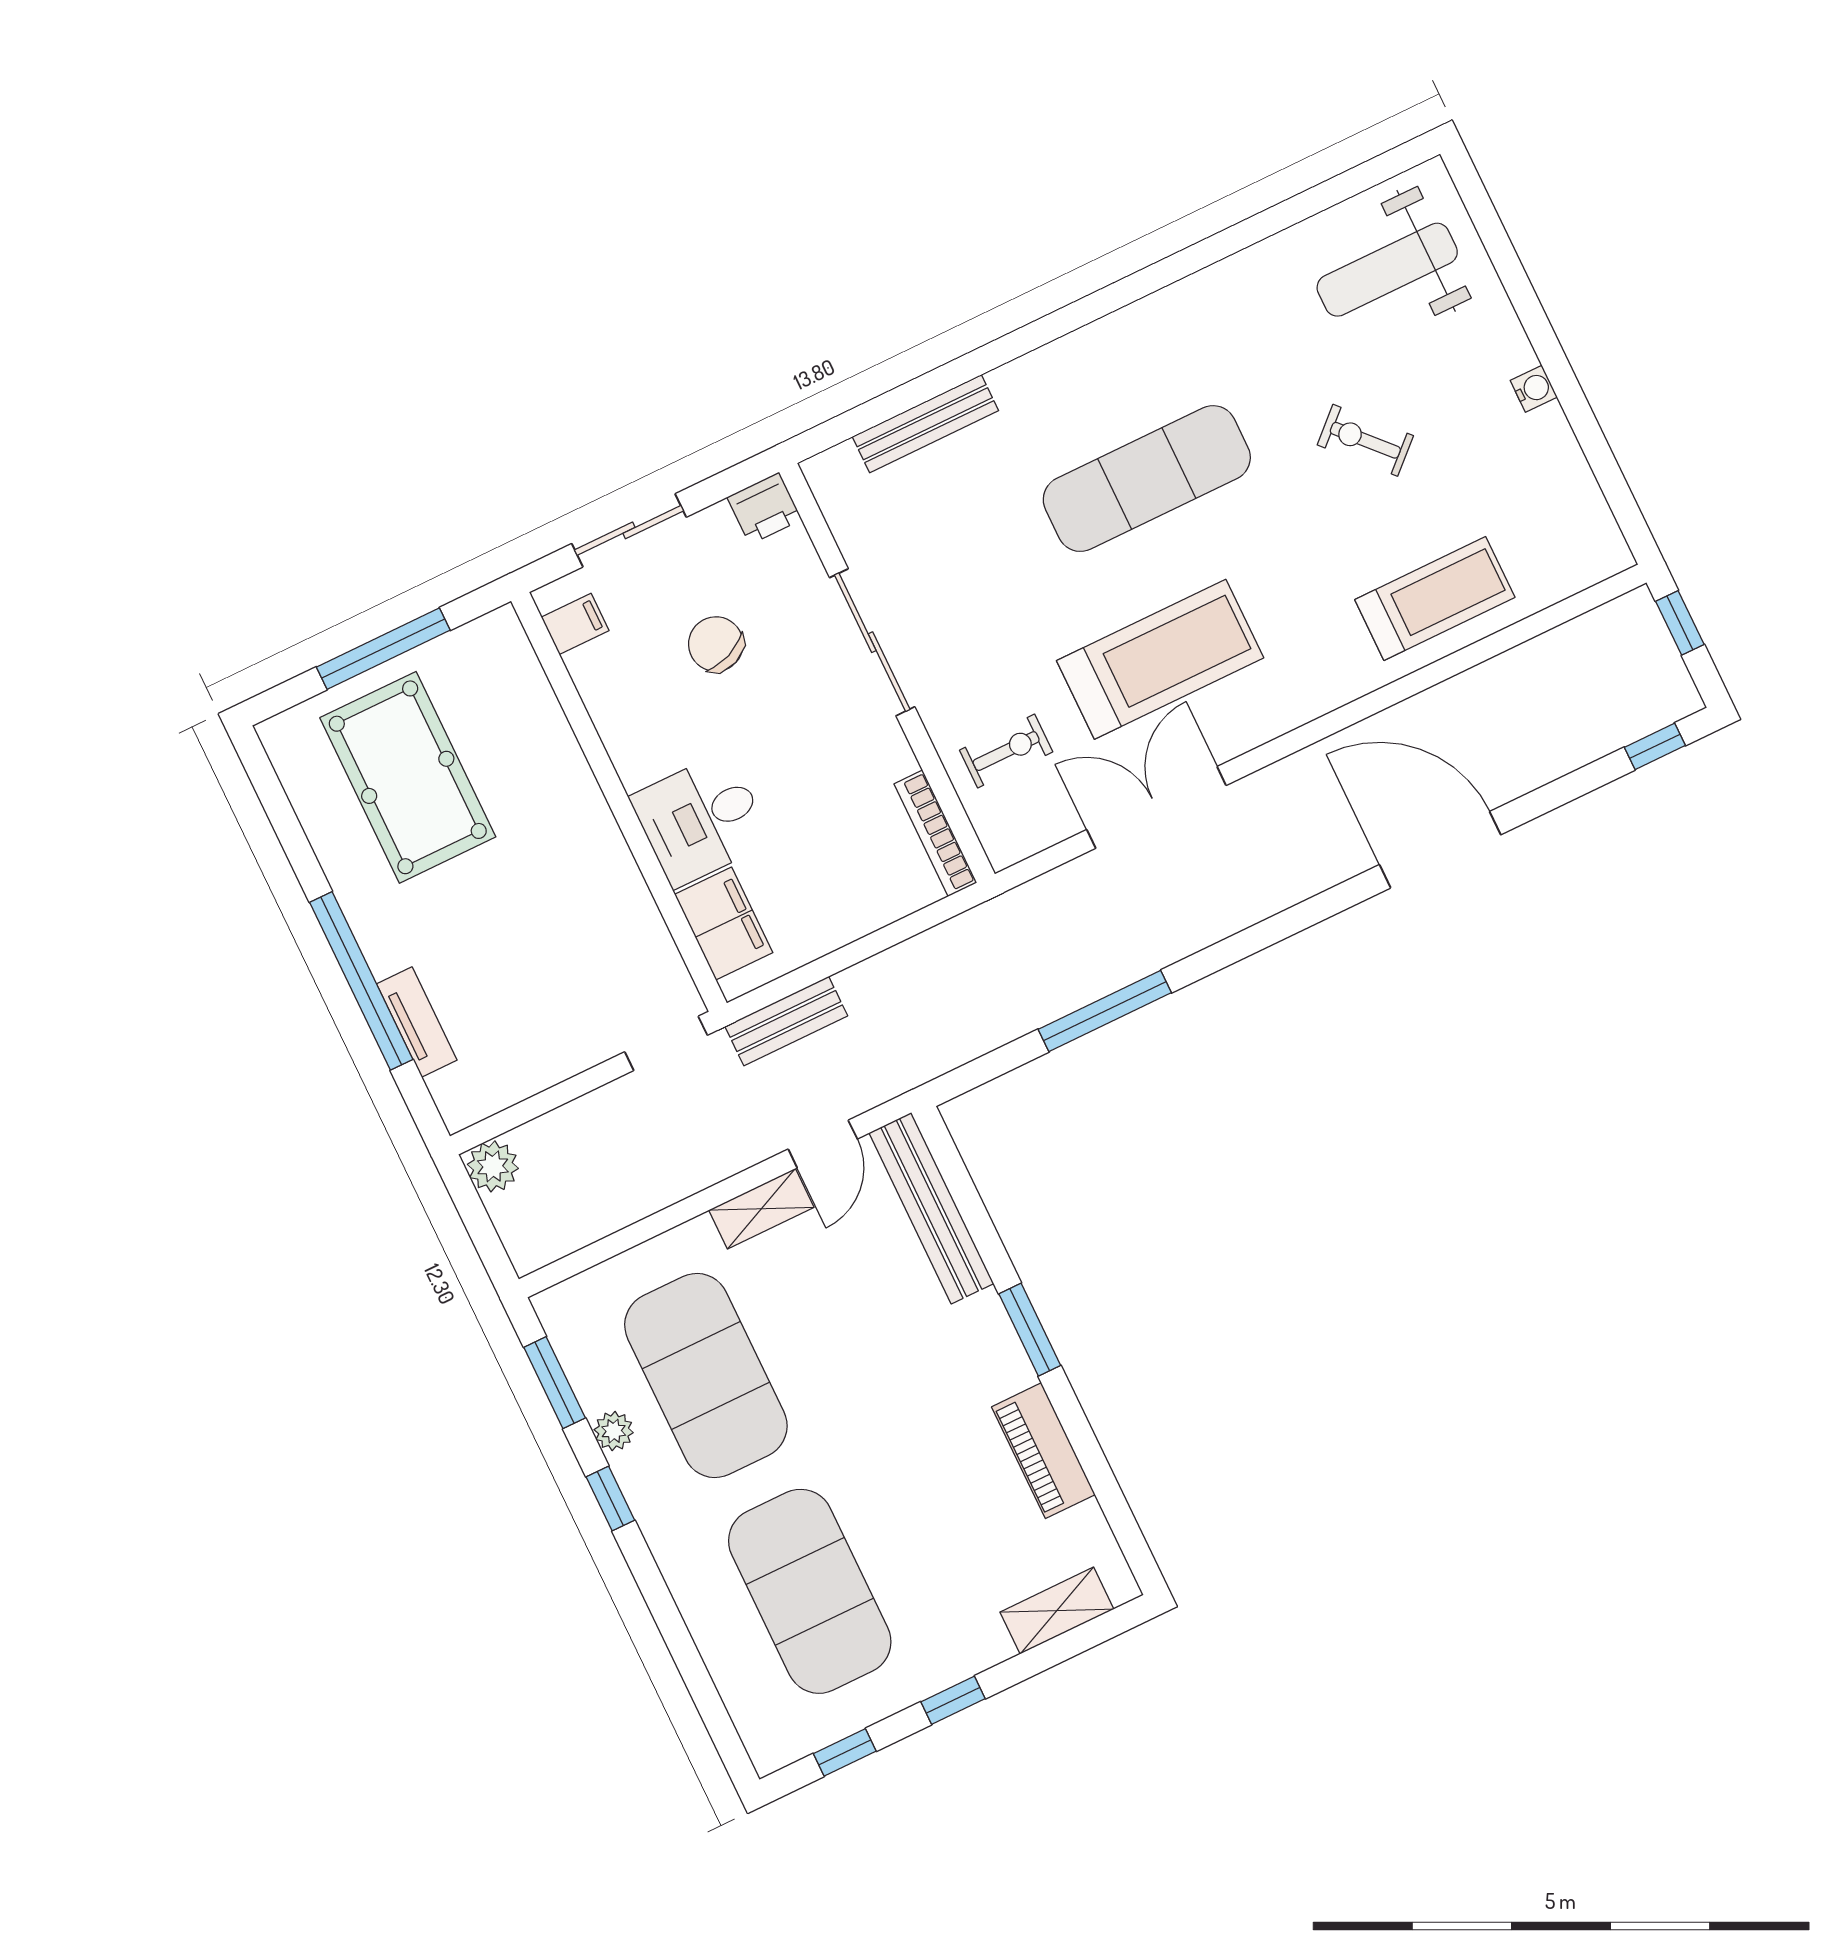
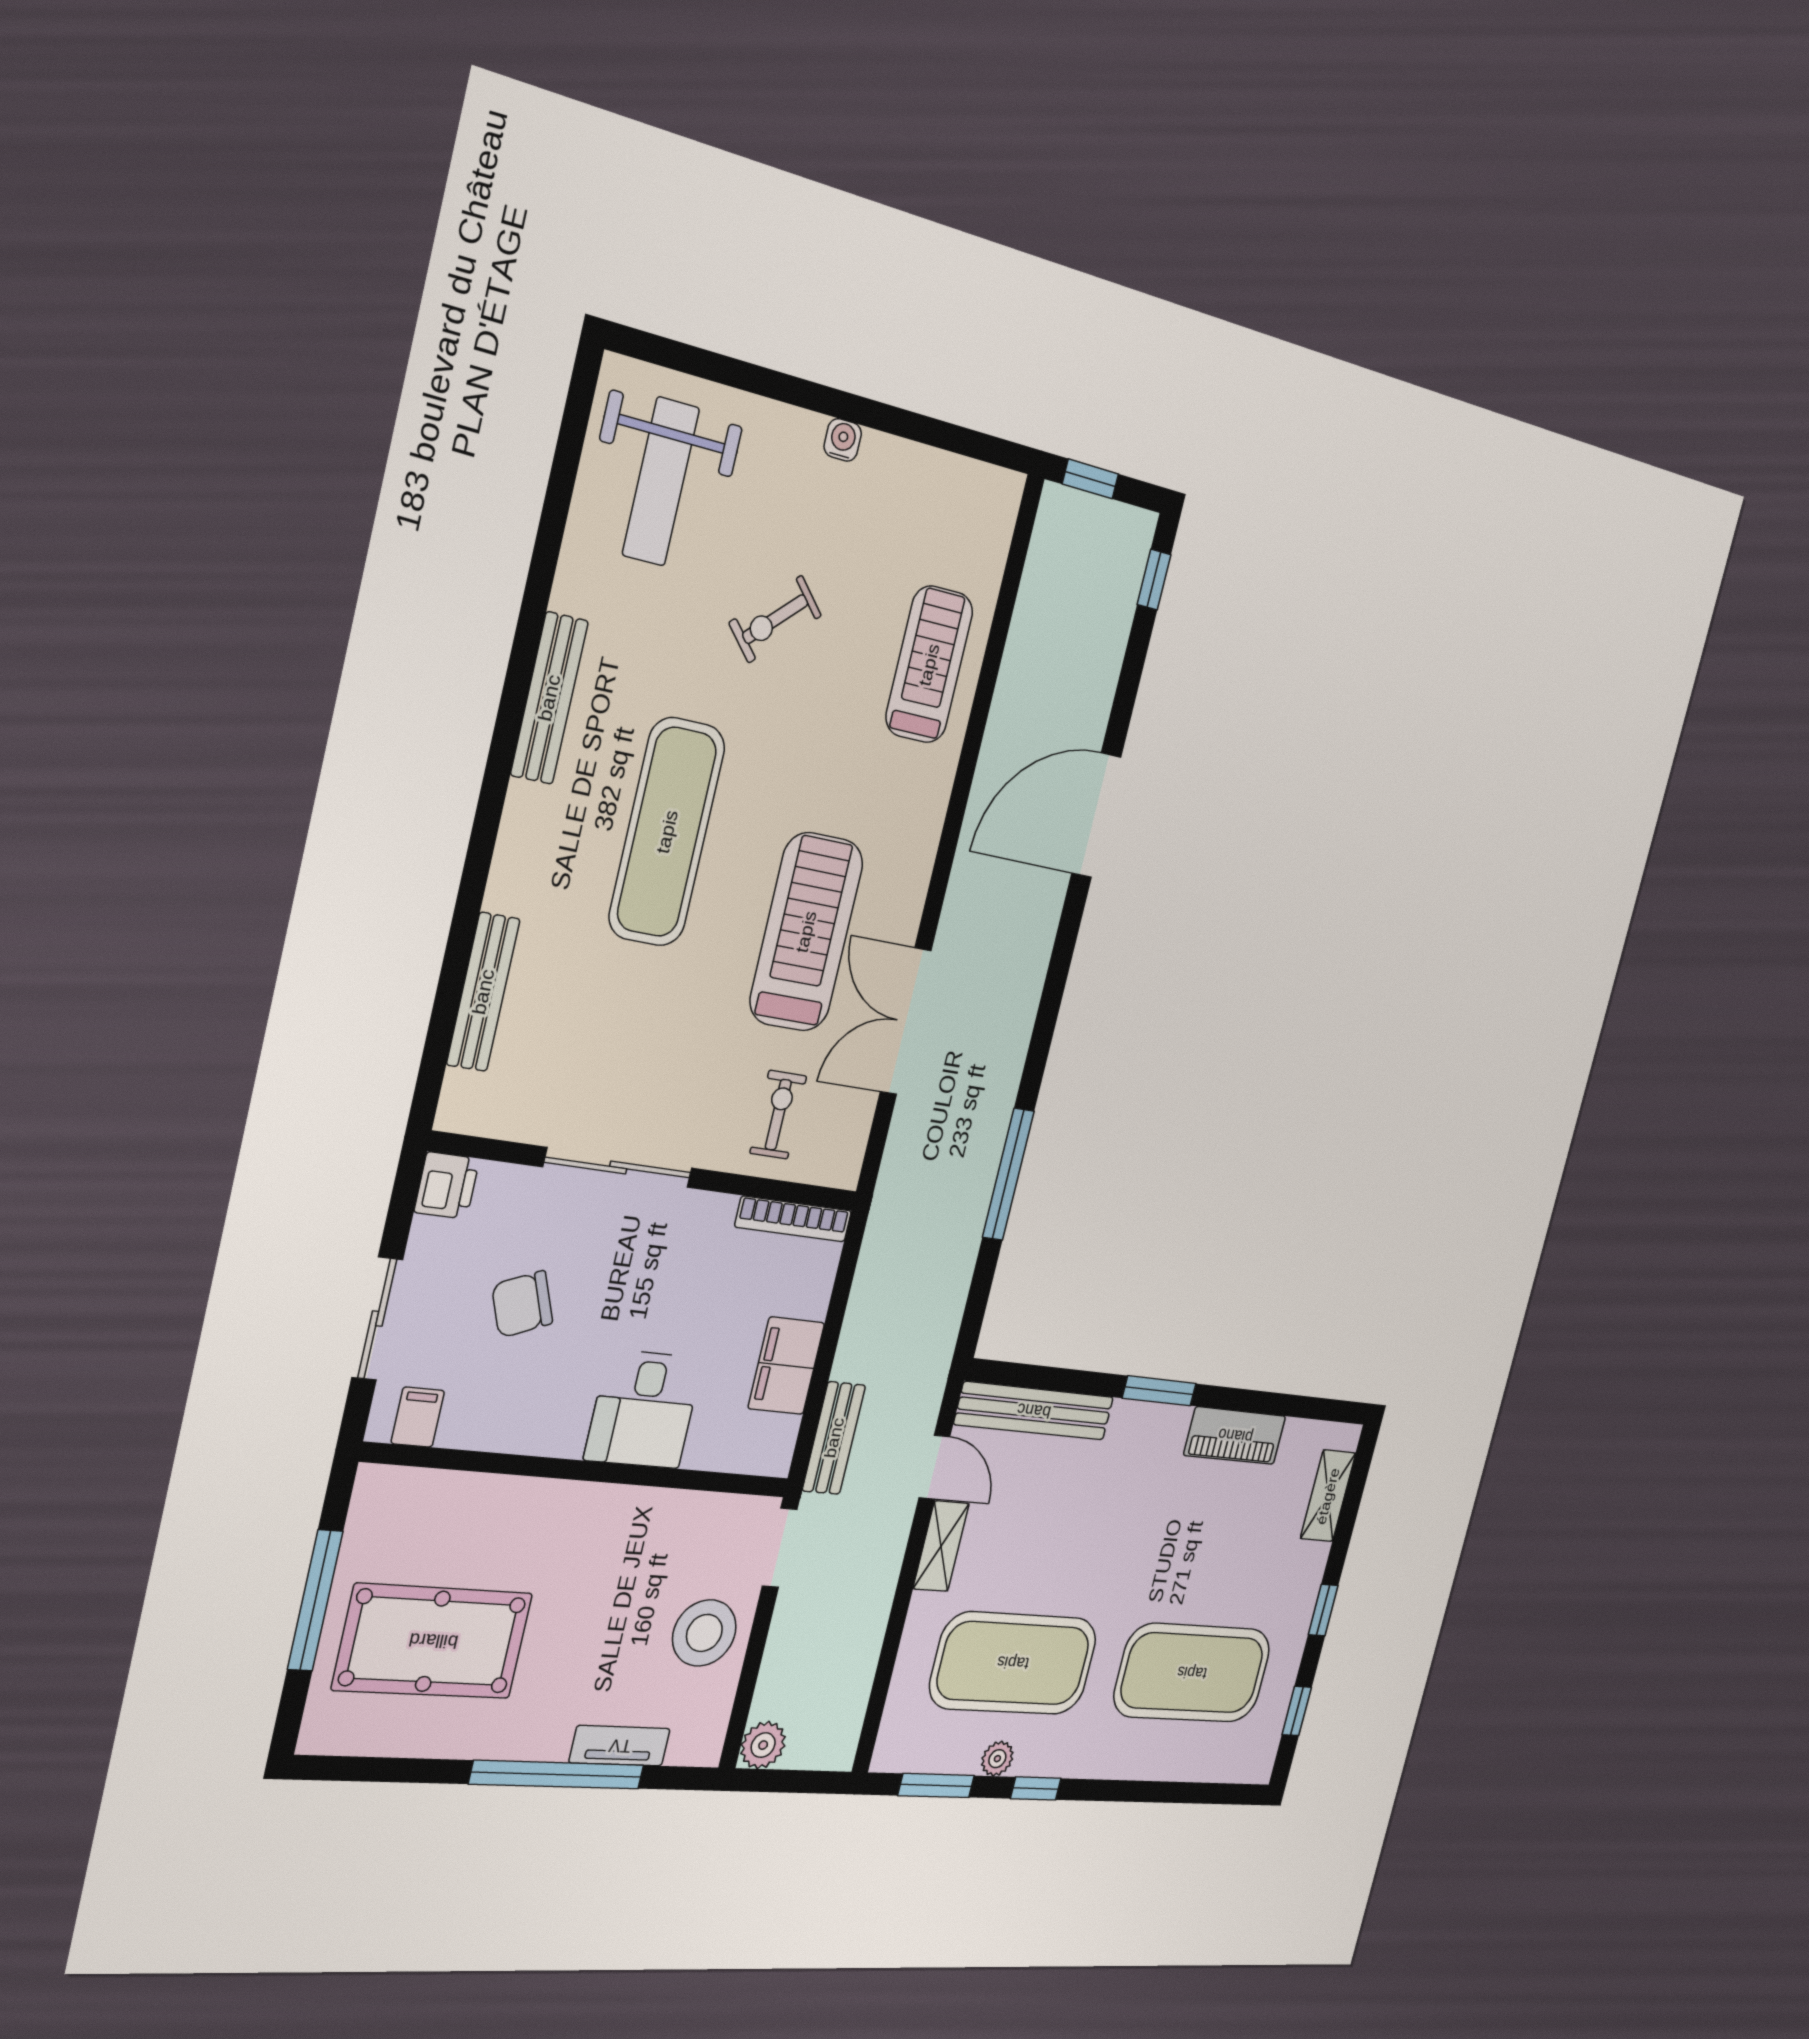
bench: (1171, 307) -> (549, 698), added
filing cabinet: (724, 924) -> (786, 1366), moved, turned -90
stool: (554, 1028) -> (704, 1633), added

